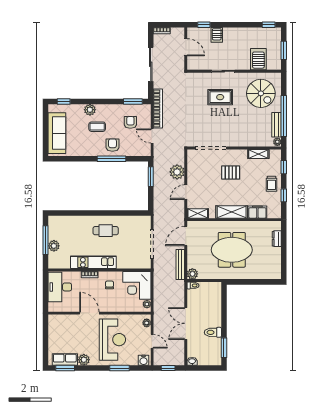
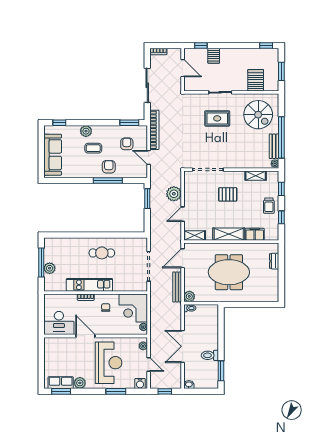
desk: (60, 287) -> (59, 323), moved, turned -90

